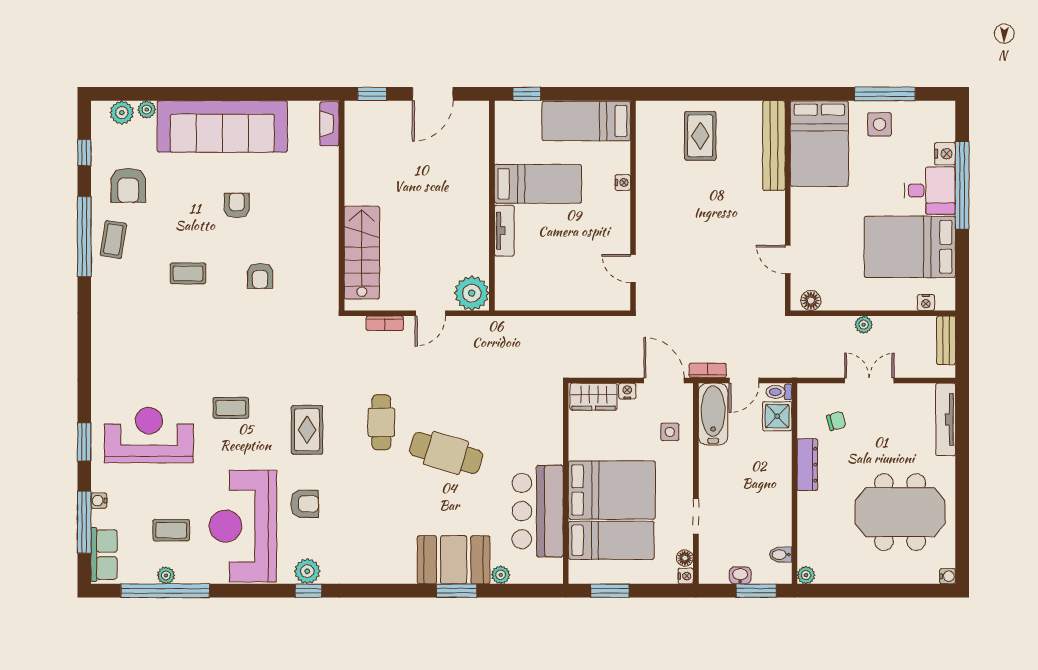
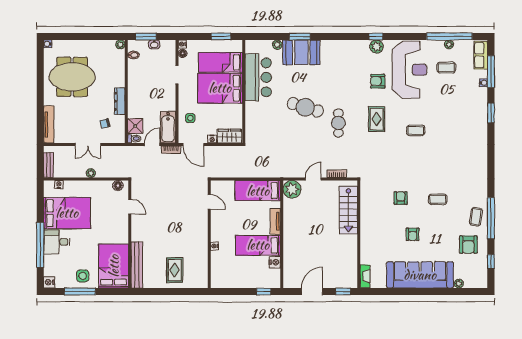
plant: (122, 113) -> (472, 282), removed
bed: (586, 121) -> (258, 191), moved, turned 180
nightstand: (505, 151) -> (275, 262), added
nightstand: (945, 154) -> (49, 282), moved
armchair: (128, 185) -> (468, 245), turned 180
reception desk: (149, 435) -> (458, 116), removed

